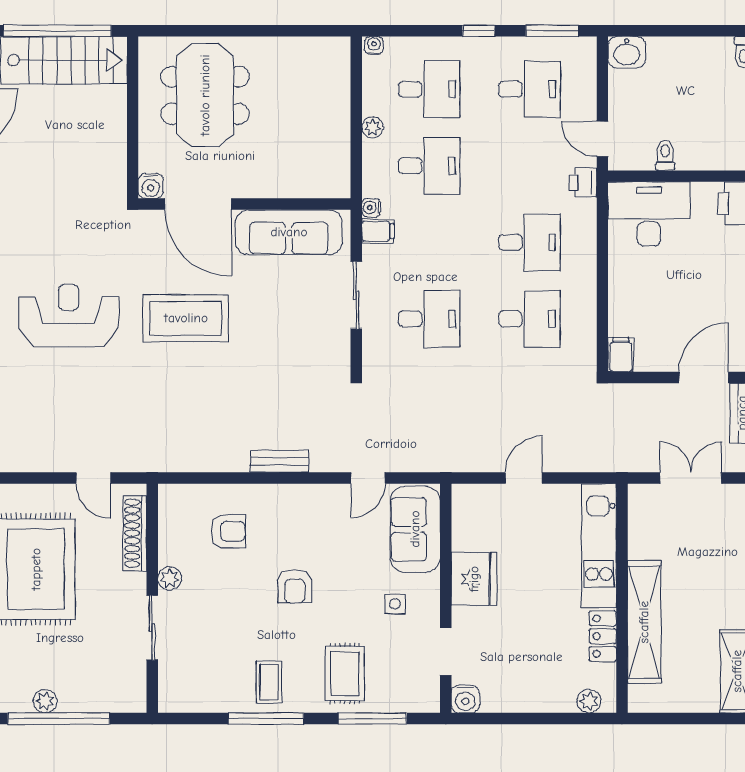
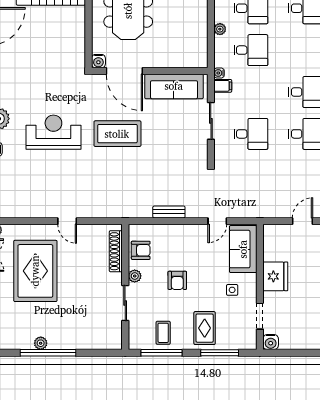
shoe rack: (135, 533) -> (116, 251), moved
plant: (170, 578) -> (135, 276), moved
wall: (152, 598) -> (125, 287), moved
sliding door: (152, 628) -> (125, 303), moved

